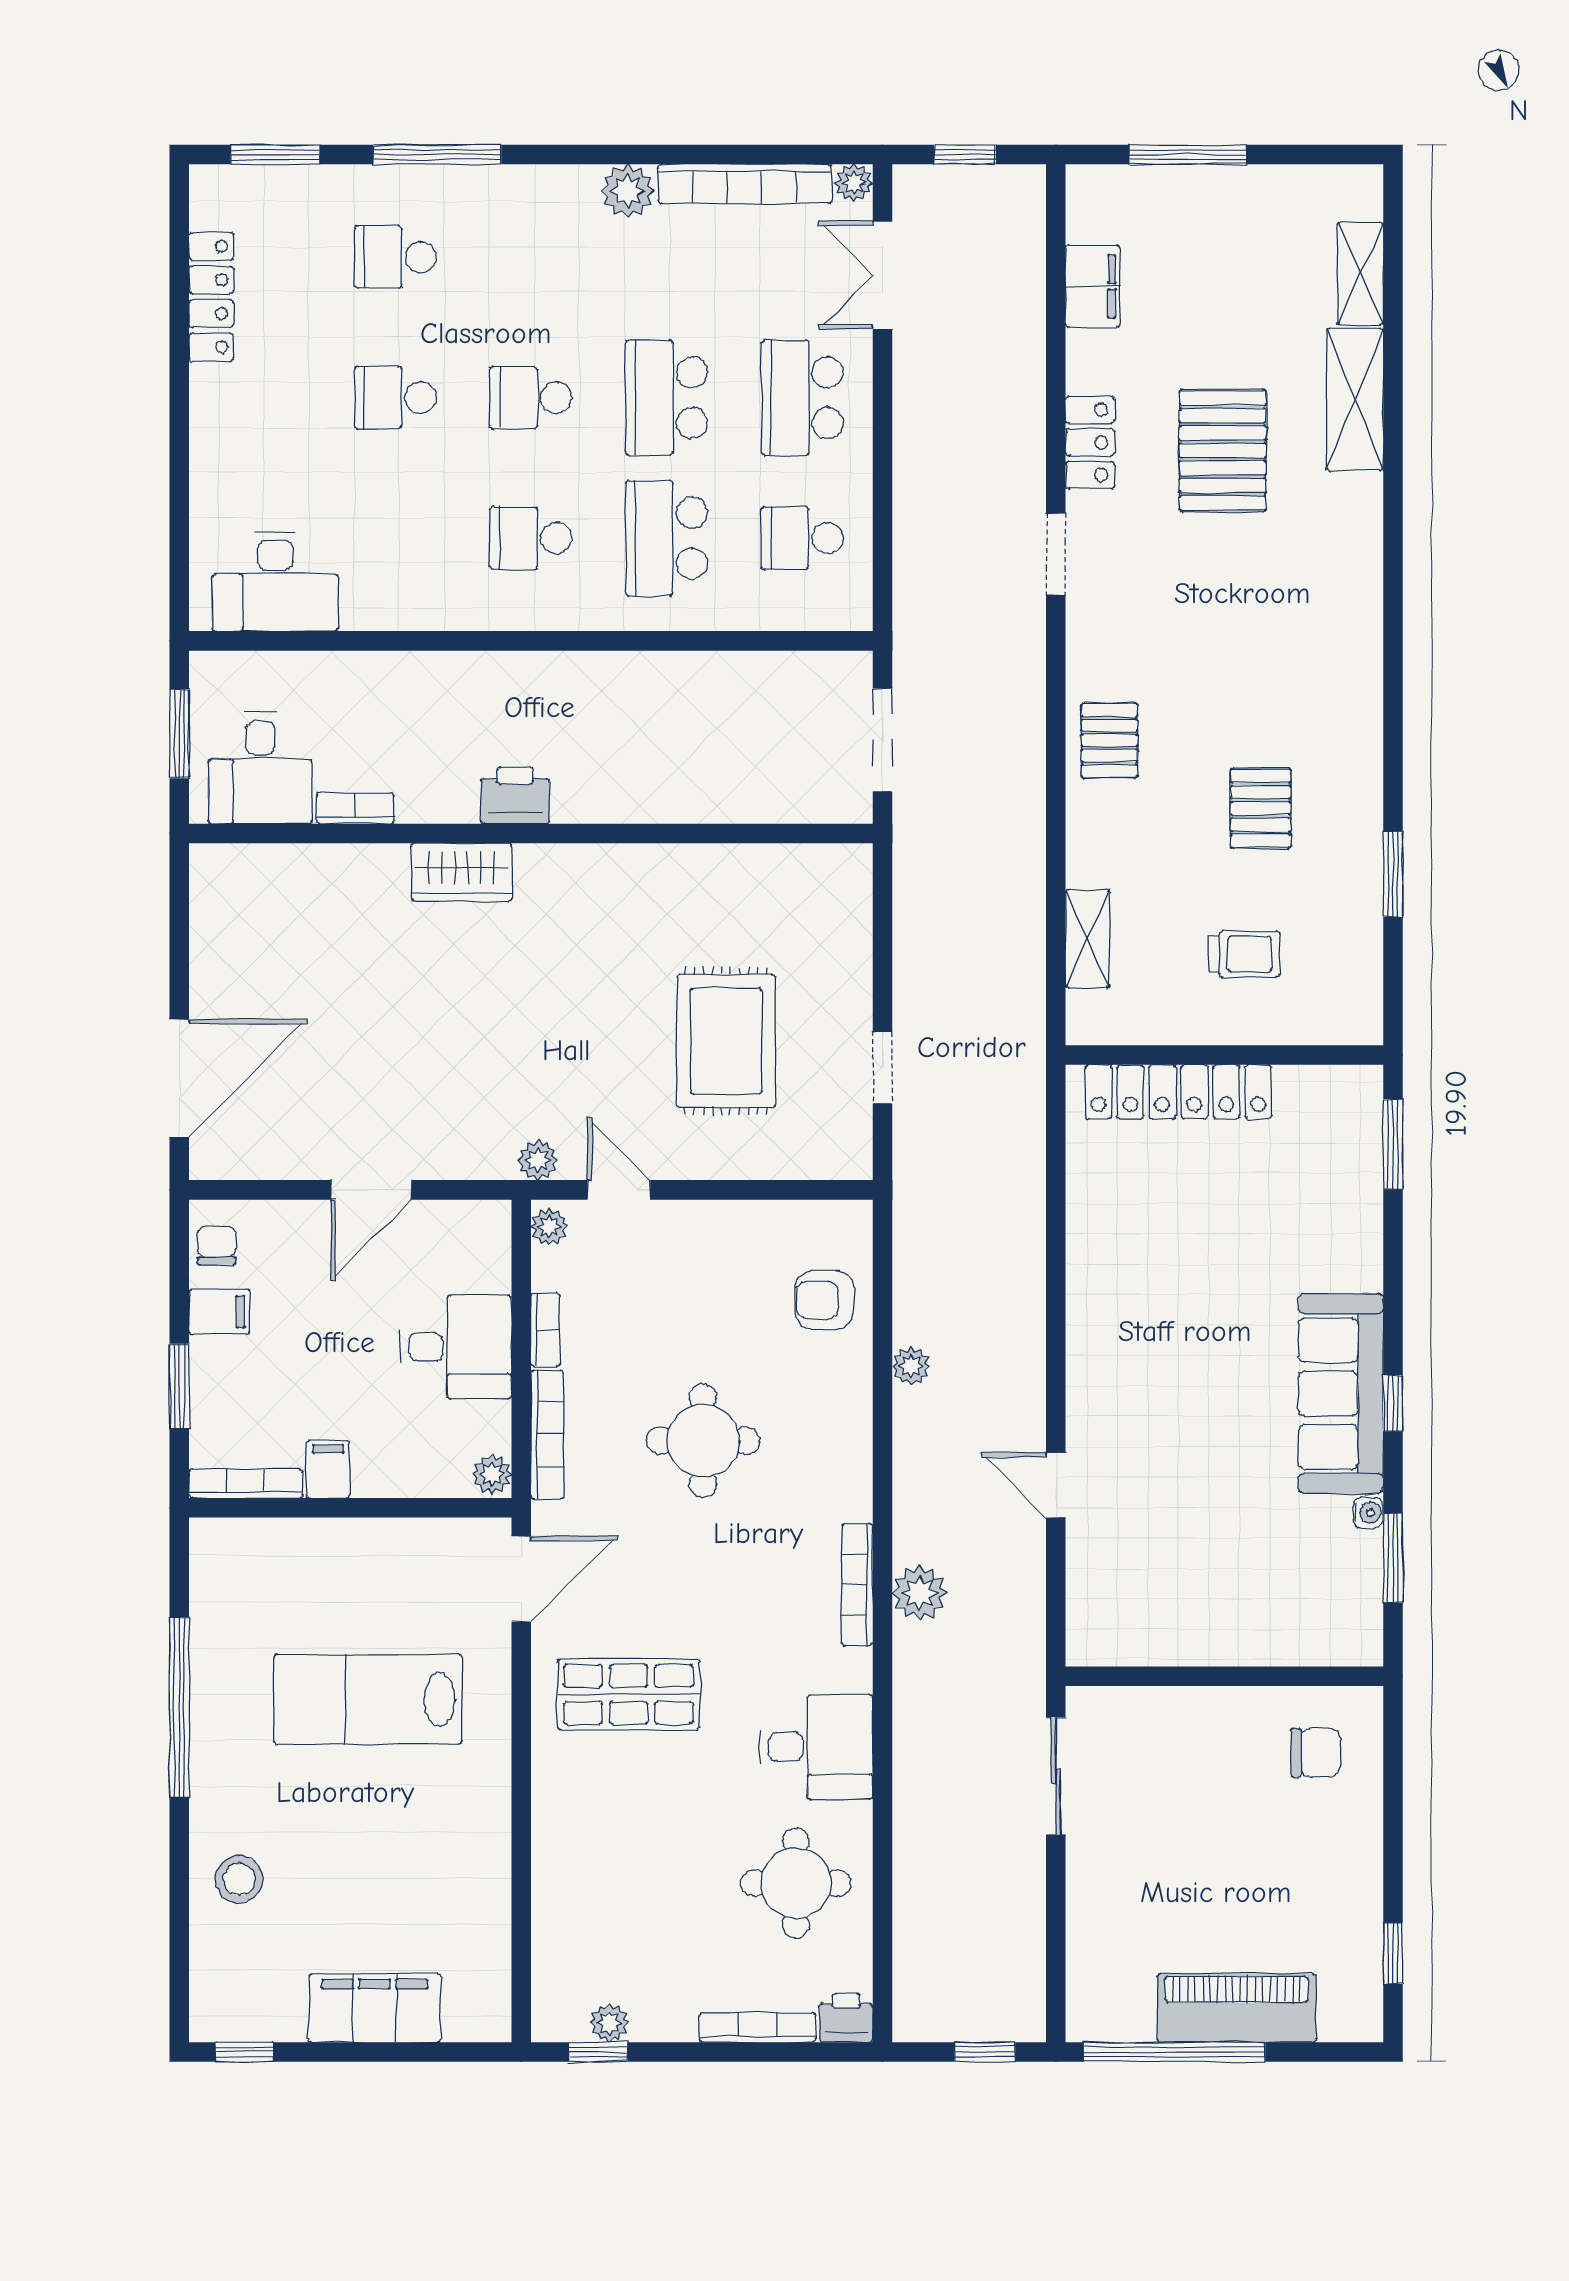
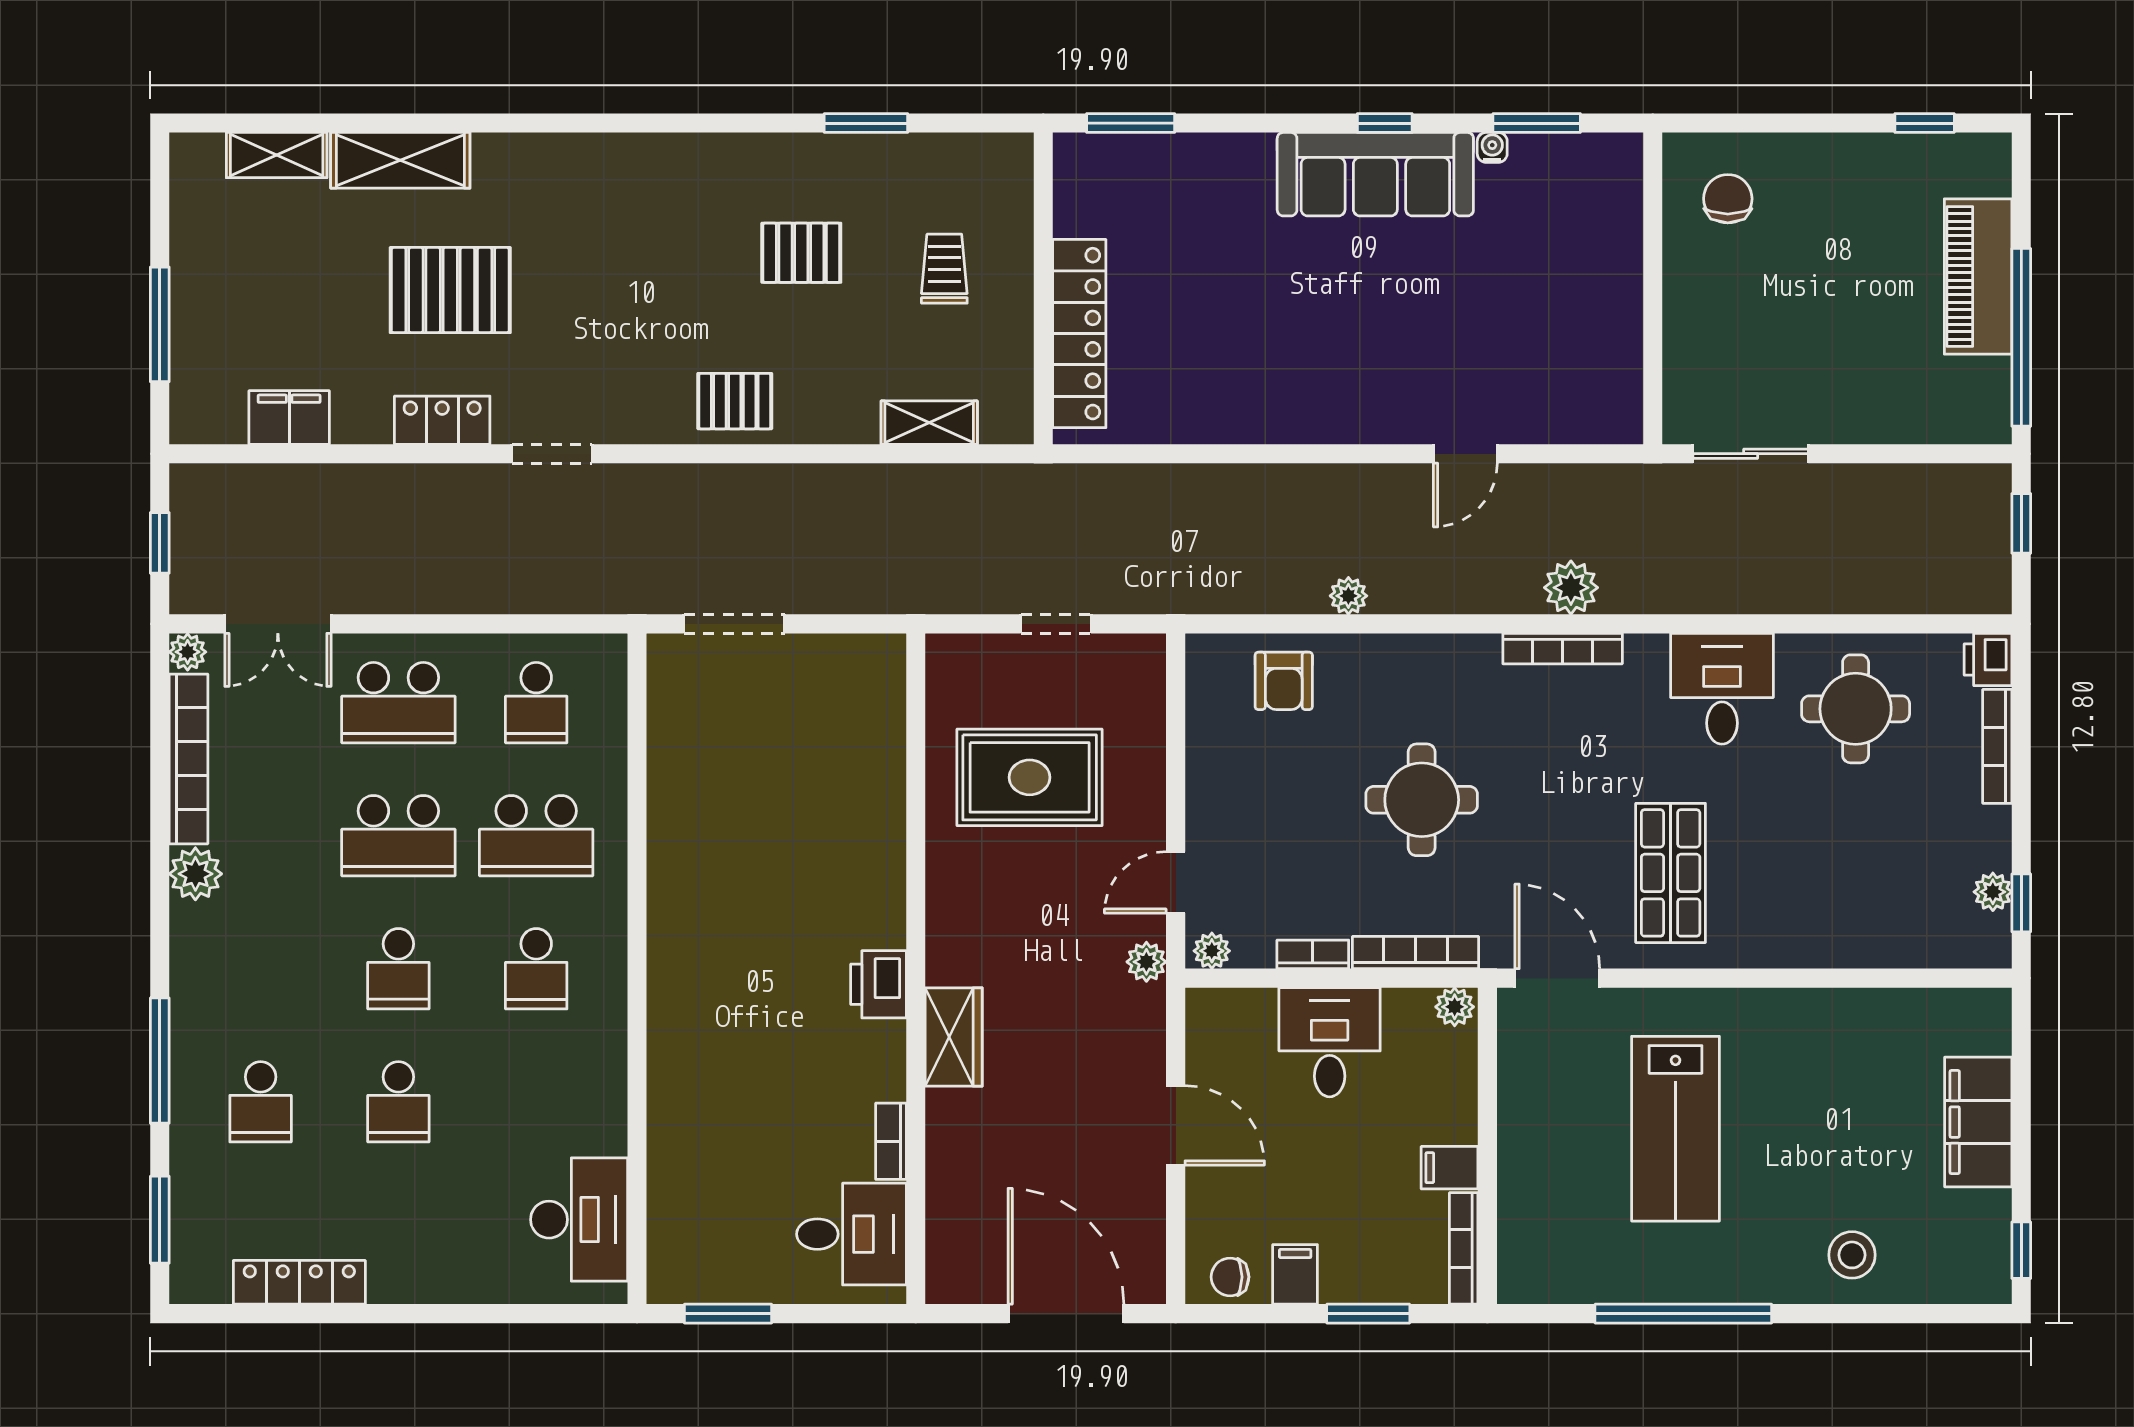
desk: (260, 768) -> (851, 1234), moved
printer: (515, 796) -> (878, 984), moved
bookcase: (355, 808) -> (891, 1141), moved
wall: (531, 834) -> (916, 969), moved
wardrobe: (461, 872) -> (954, 1037), moved

